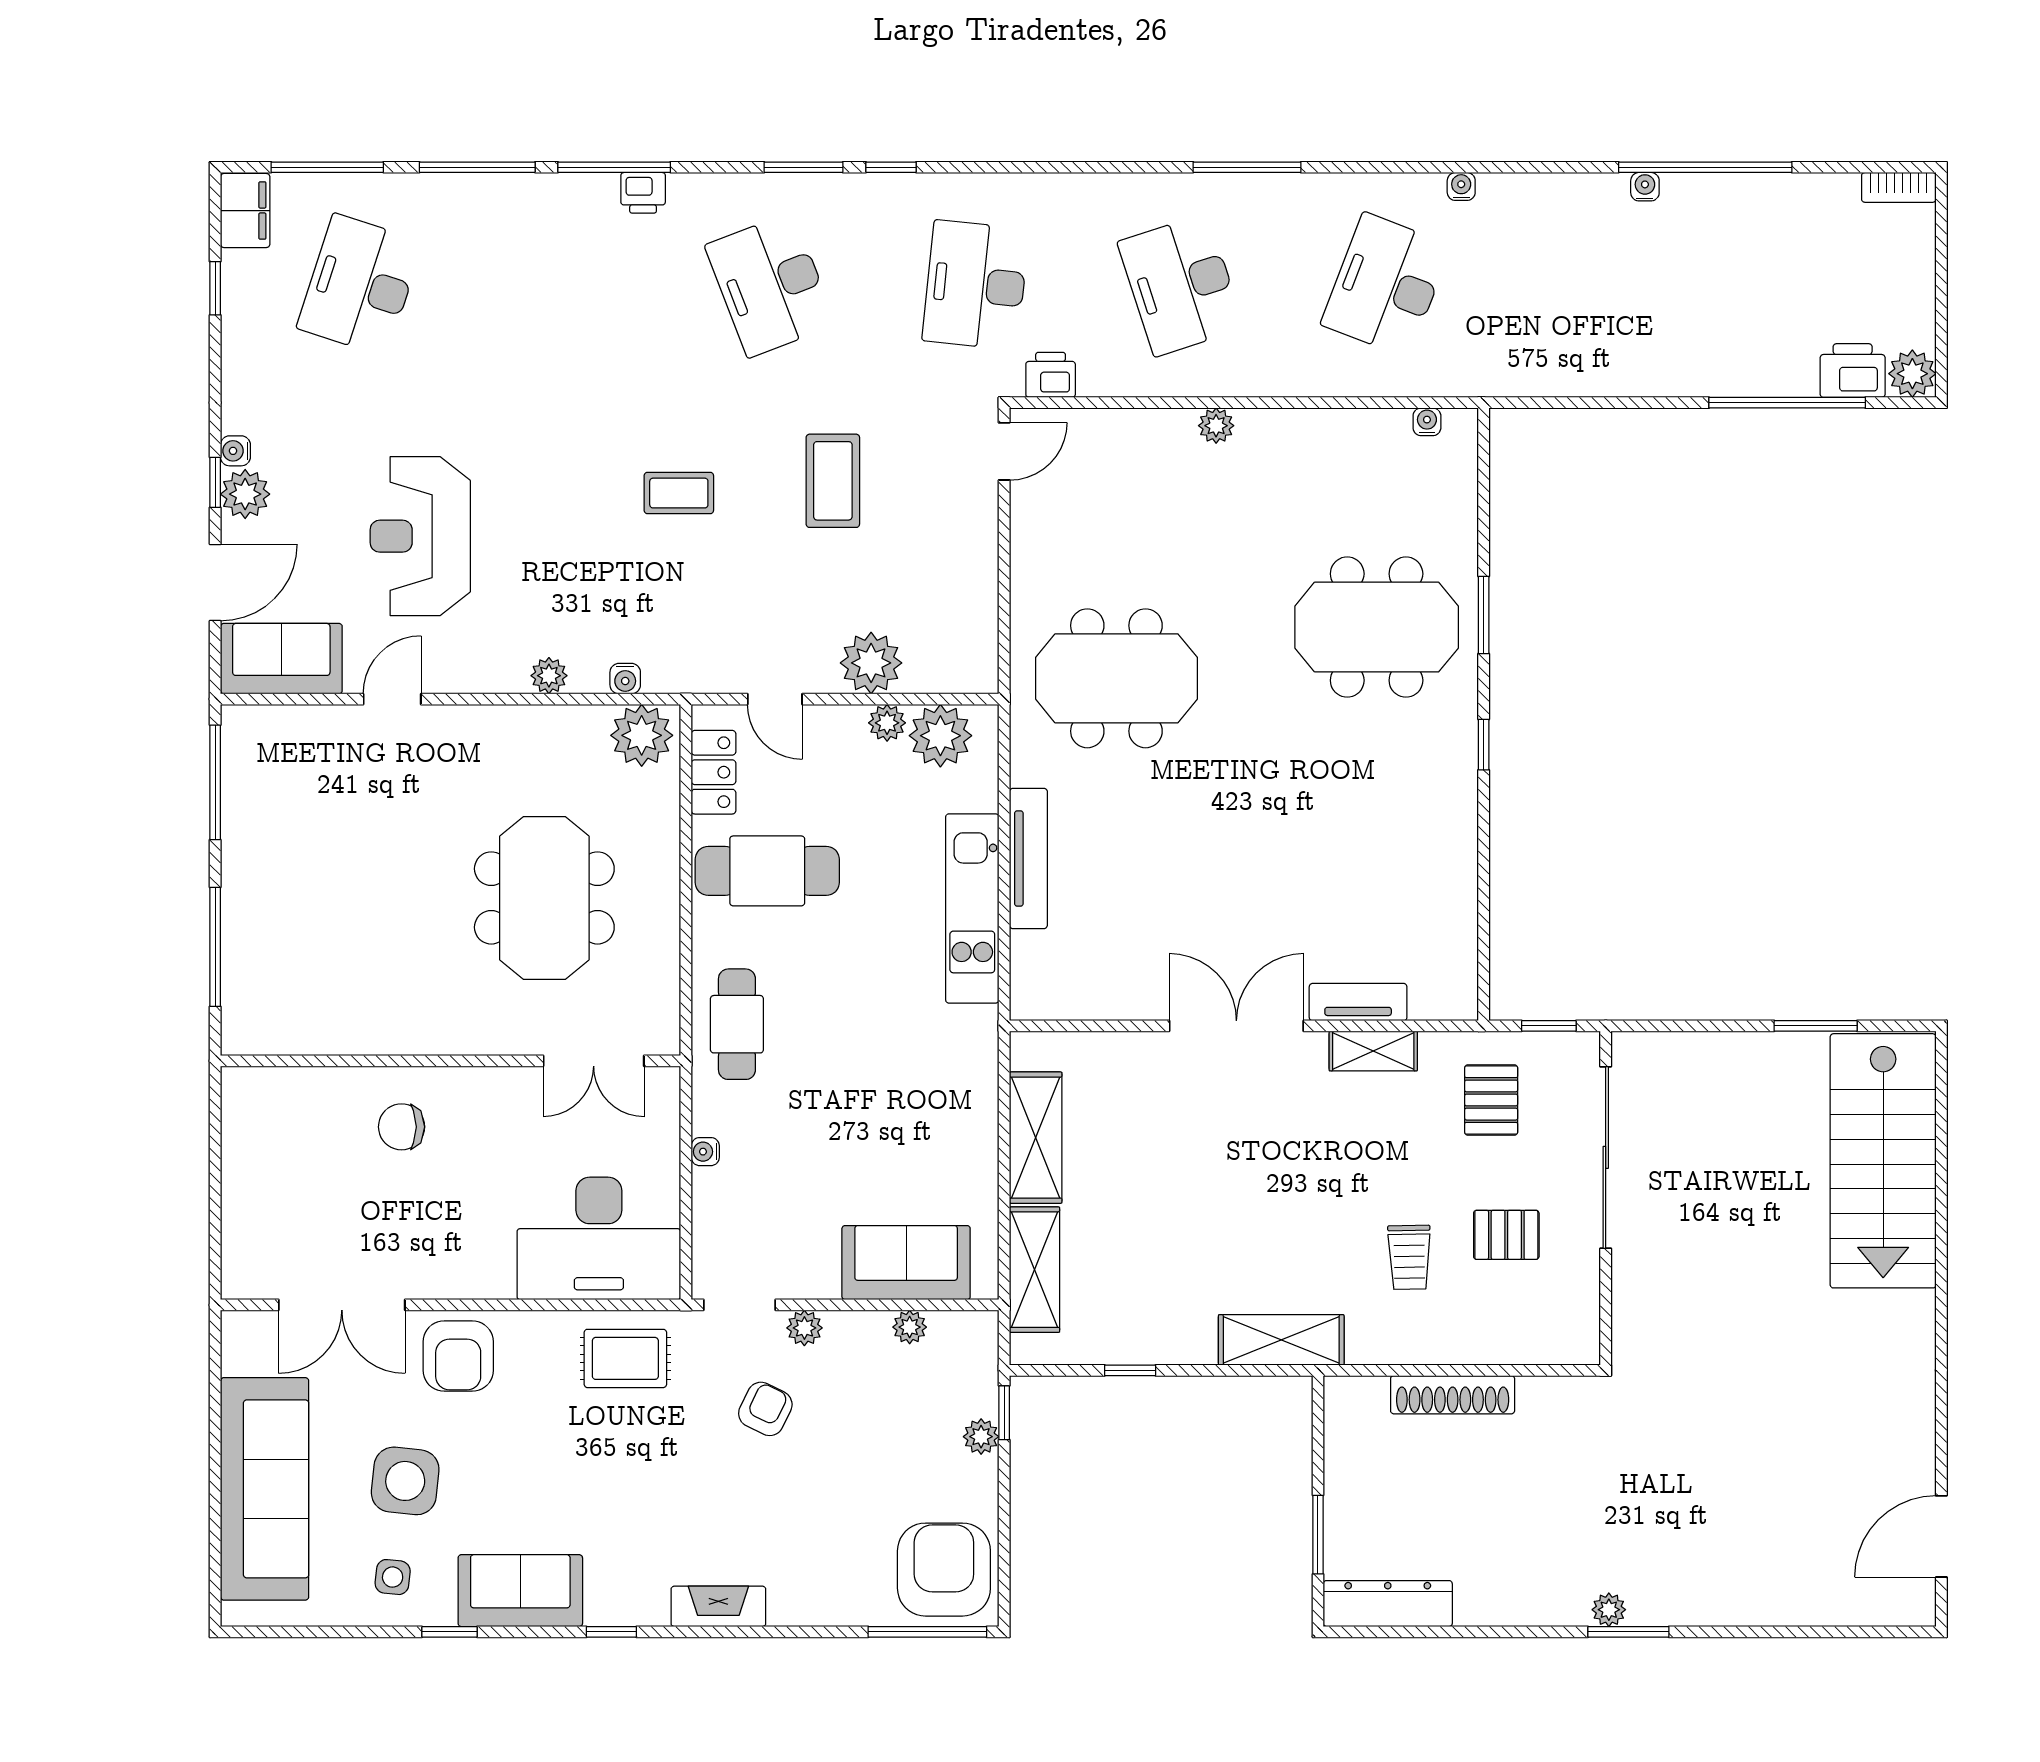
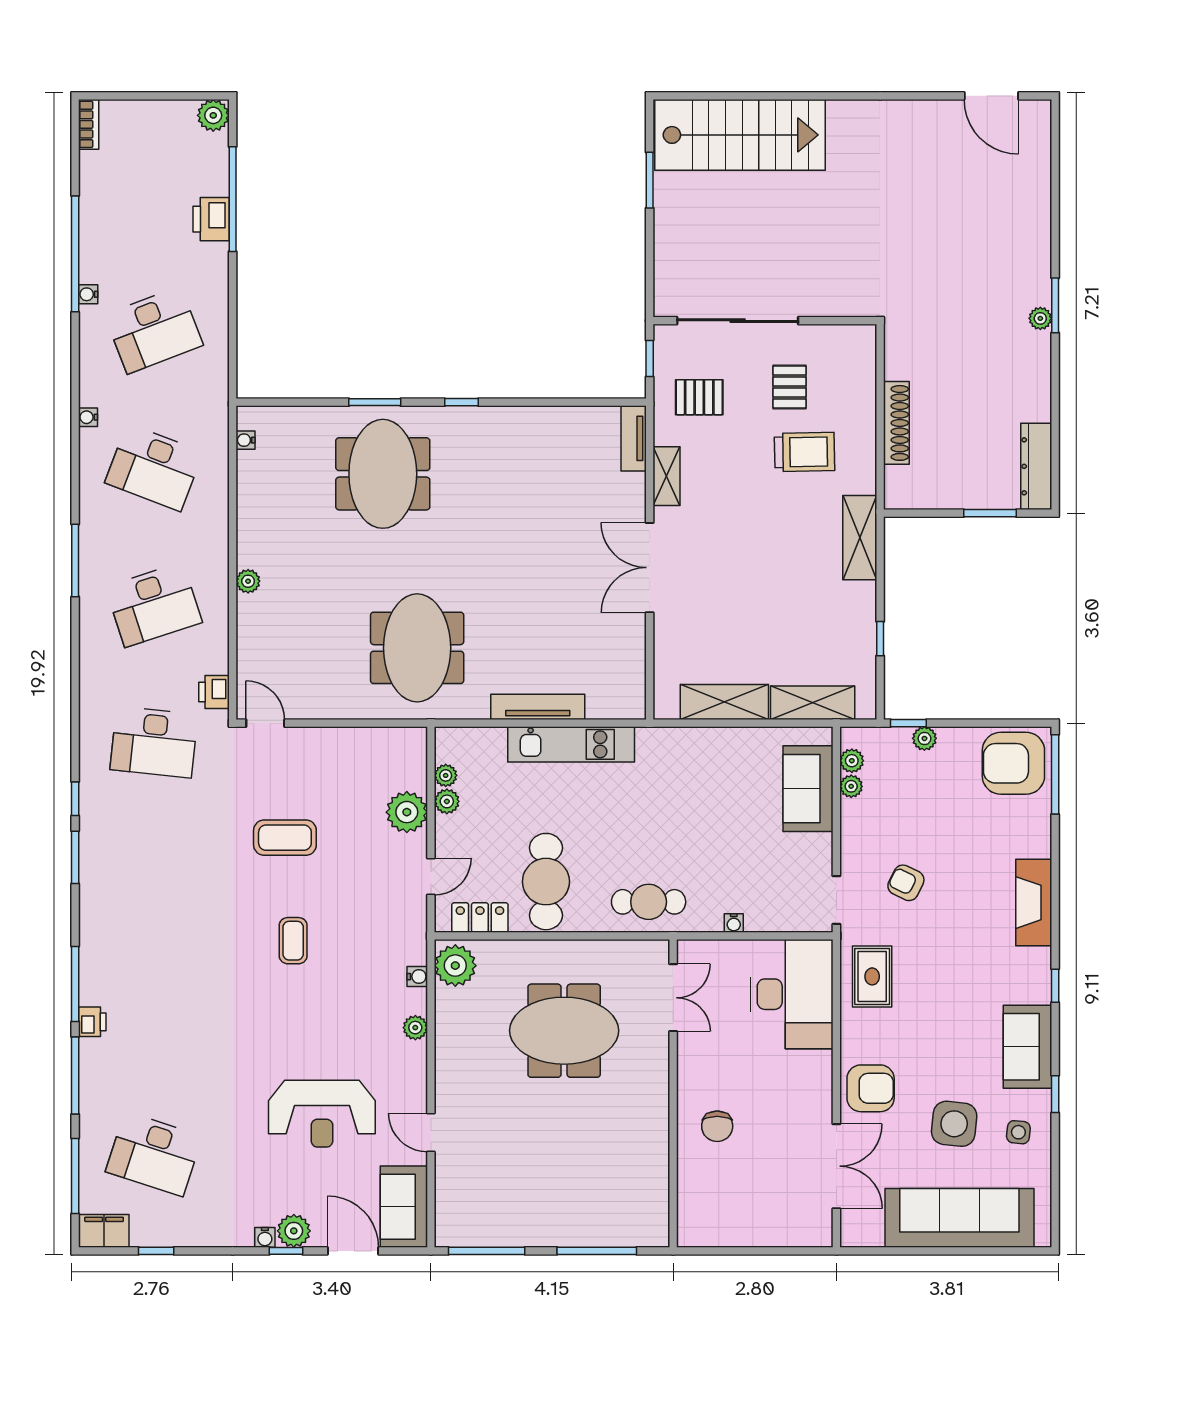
printer: (643, 193) -> (92, 1022), moved
desk: (770, 285) -> (154, 330), moved
printer: (1853, 371) -> (211, 219), moved
plant: (940, 736) -> (446, 775), width x0.53, depth x0.53
tv unit: (1358, 1002) -> (634, 438), moved
trolley: (1409, 1257) -> (804, 452), width x1.36, depth x1.39
plant: (804, 1328) -> (852, 761), moved
fireplace: (718, 1606) -> (1034, 903), width x1.37, depth x1.32

